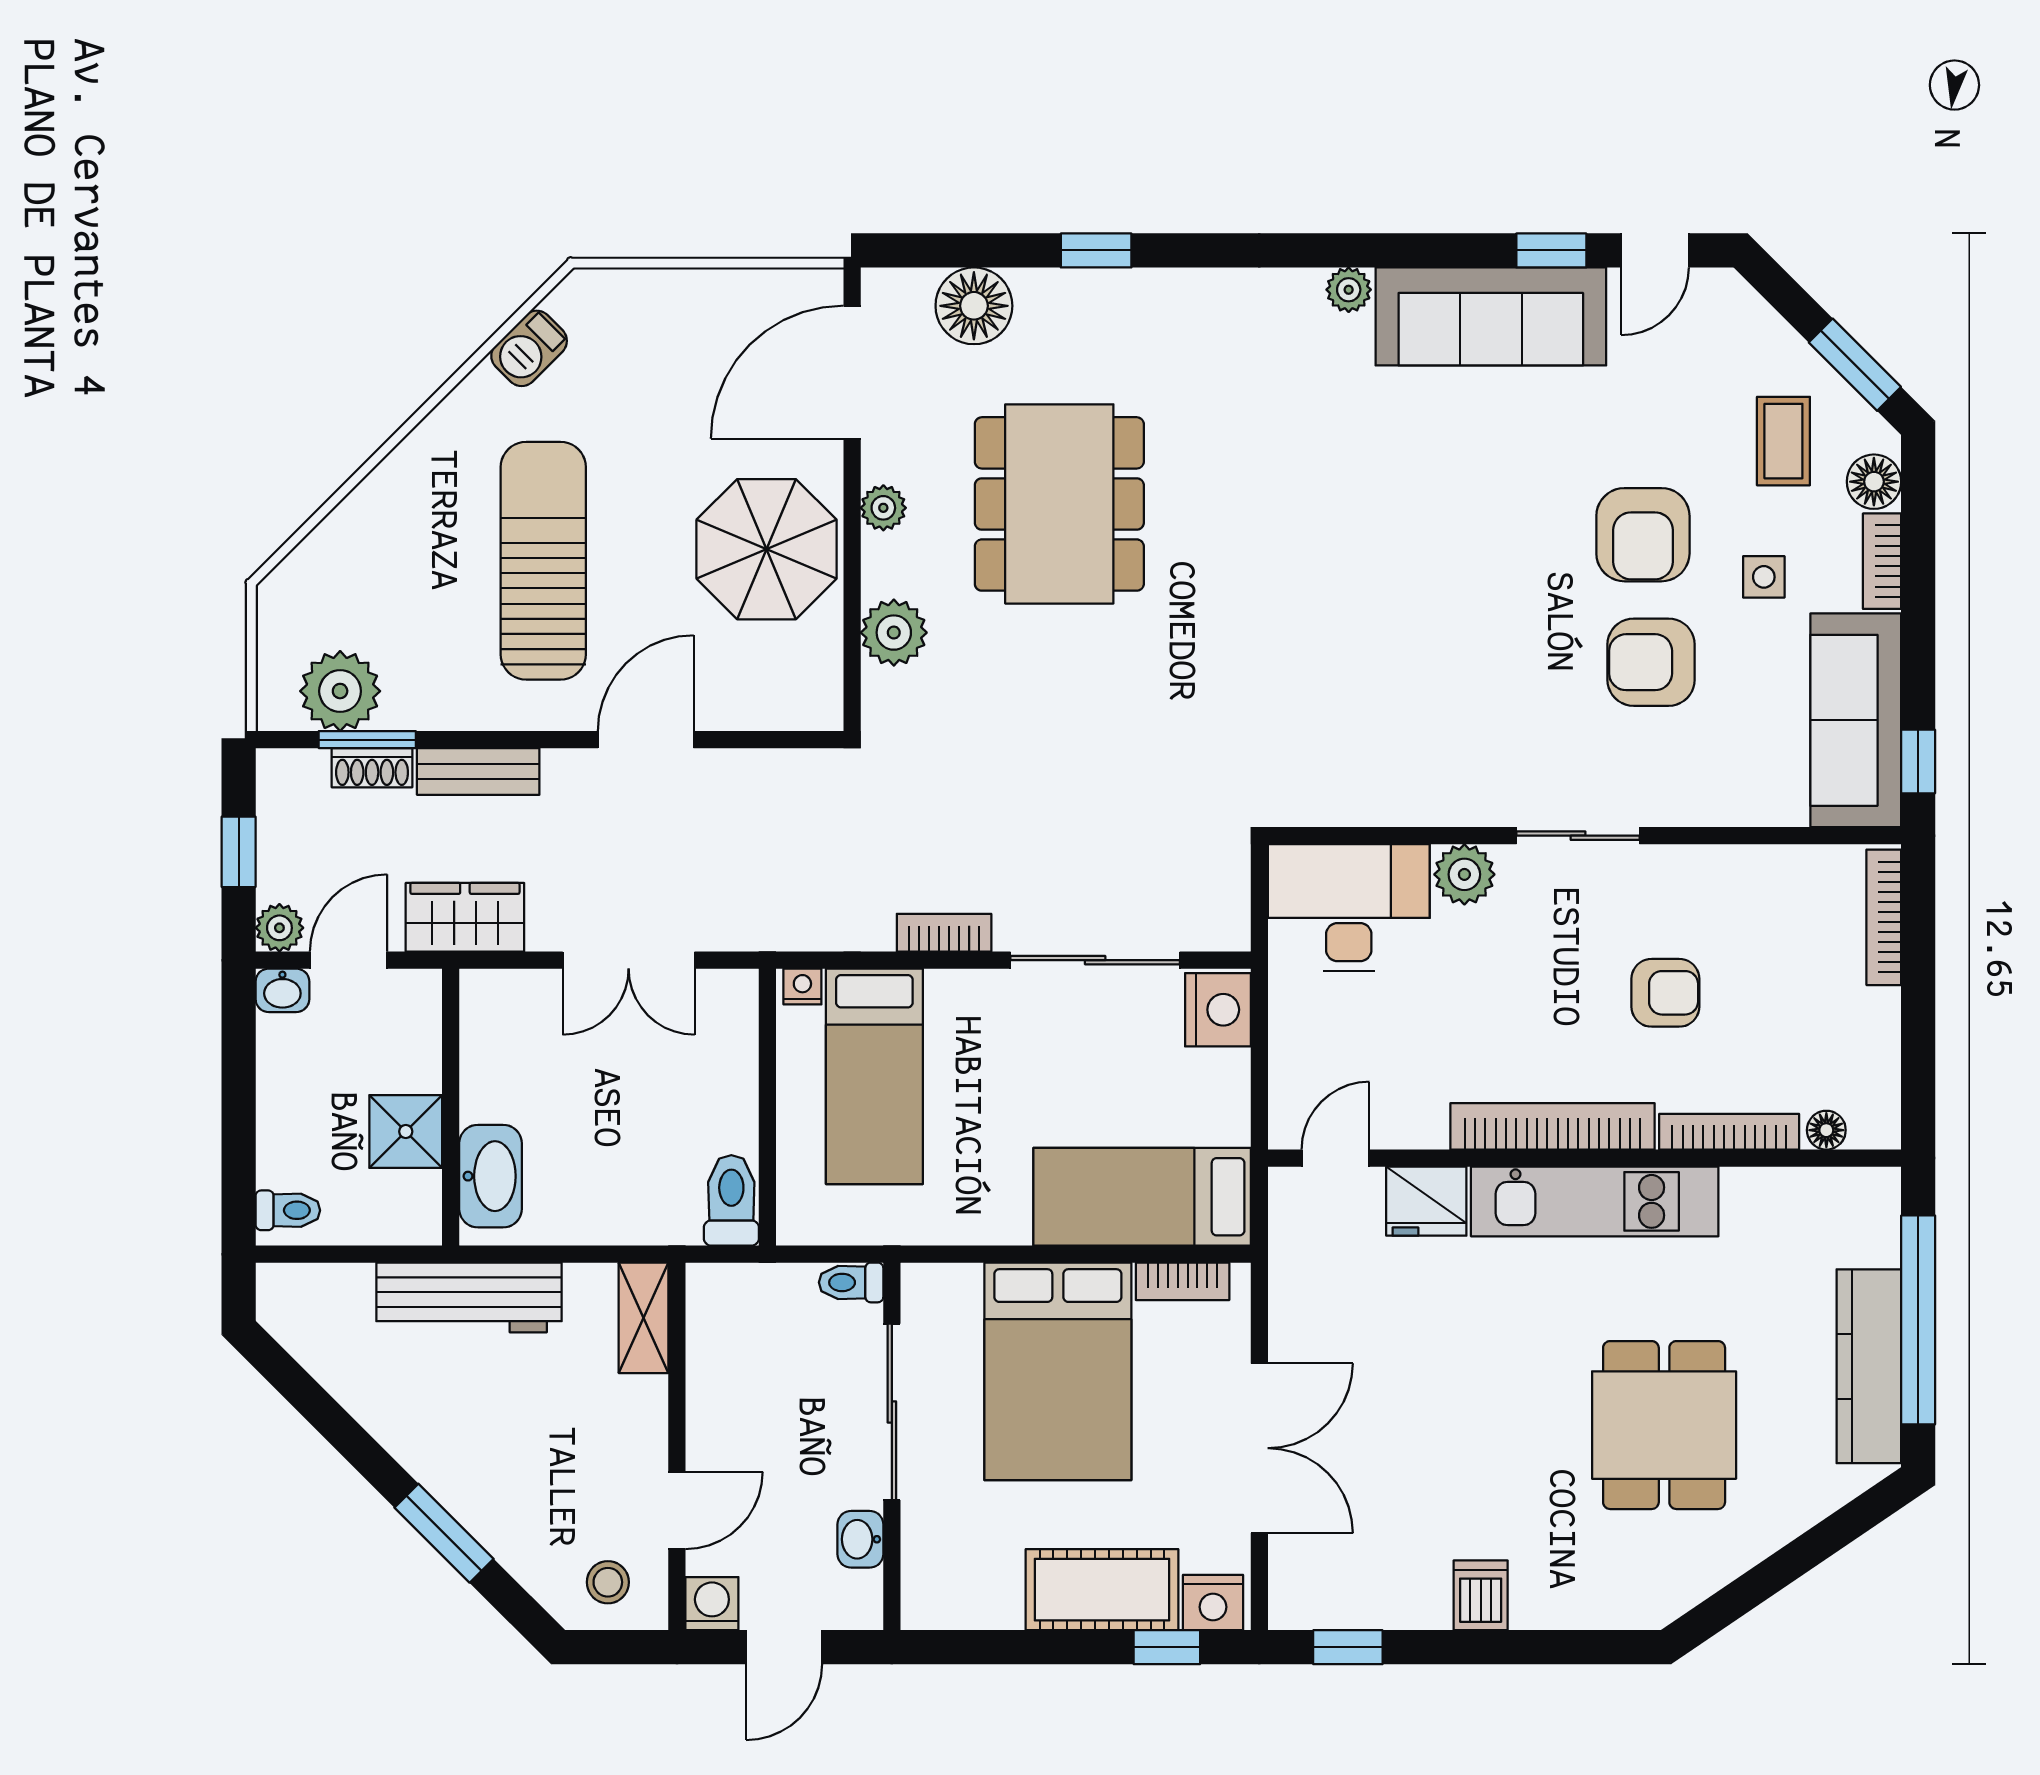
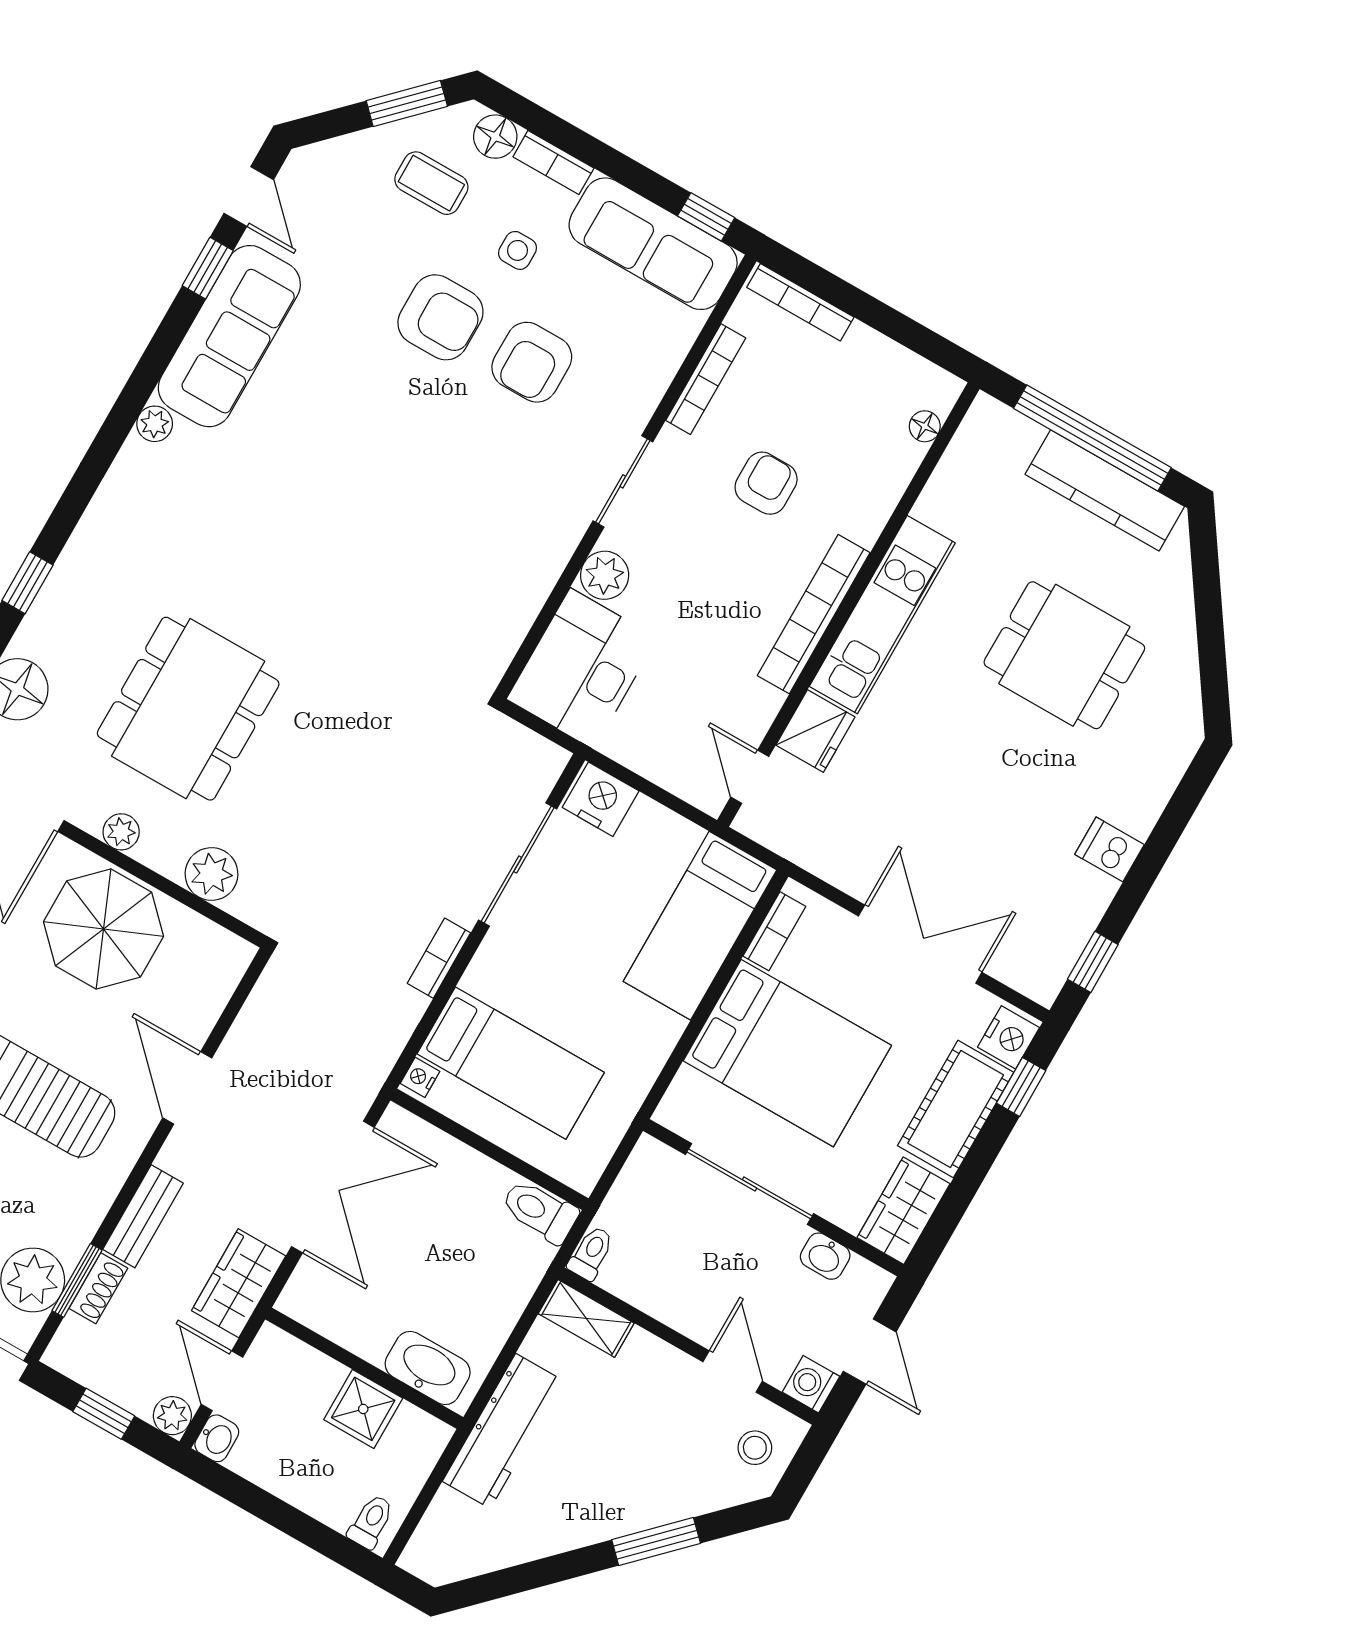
dining table: (1059, 504) -> (188, 709), turned 90
double door: (629, 960) -> (333, 1187), width x1.37
bookcase: (1729, 1132) -> (706, 379), moved, turned 180
toilet: (851, 1282) -> (591, 1253), moved, turned 180
wardrobe: (959, 1596) -> (904, 1211), added

